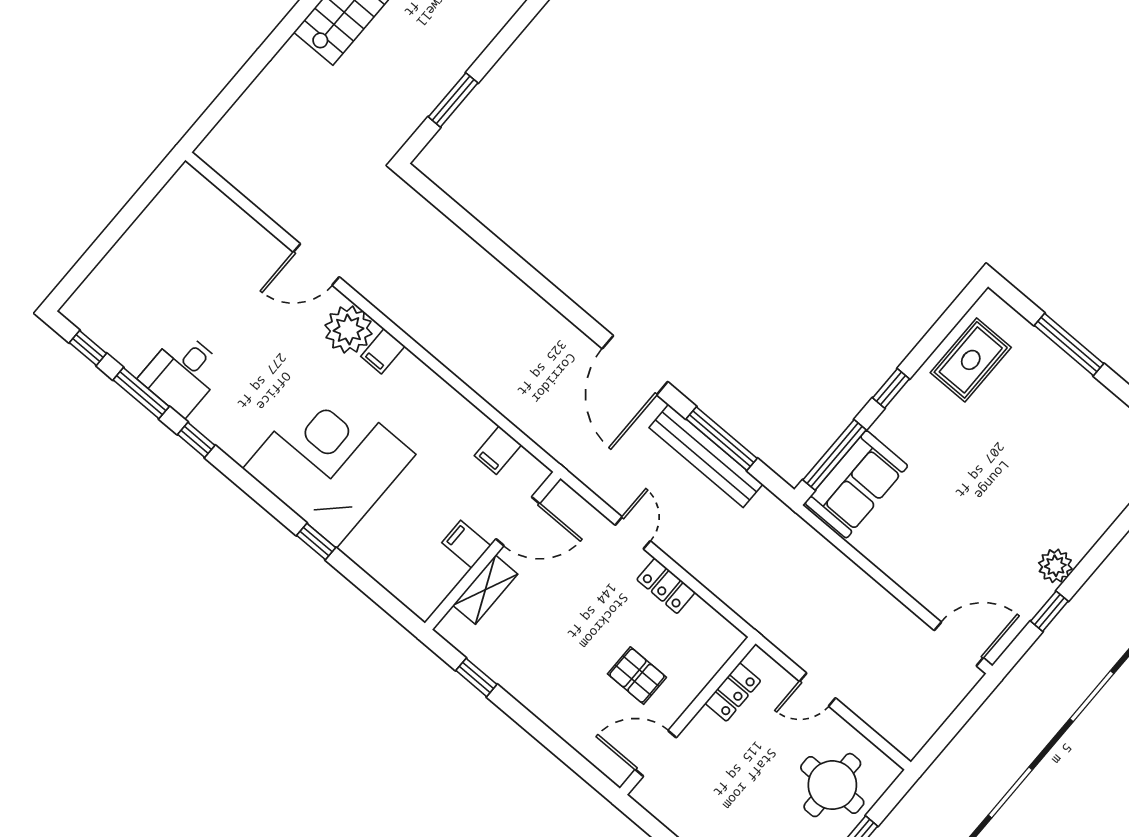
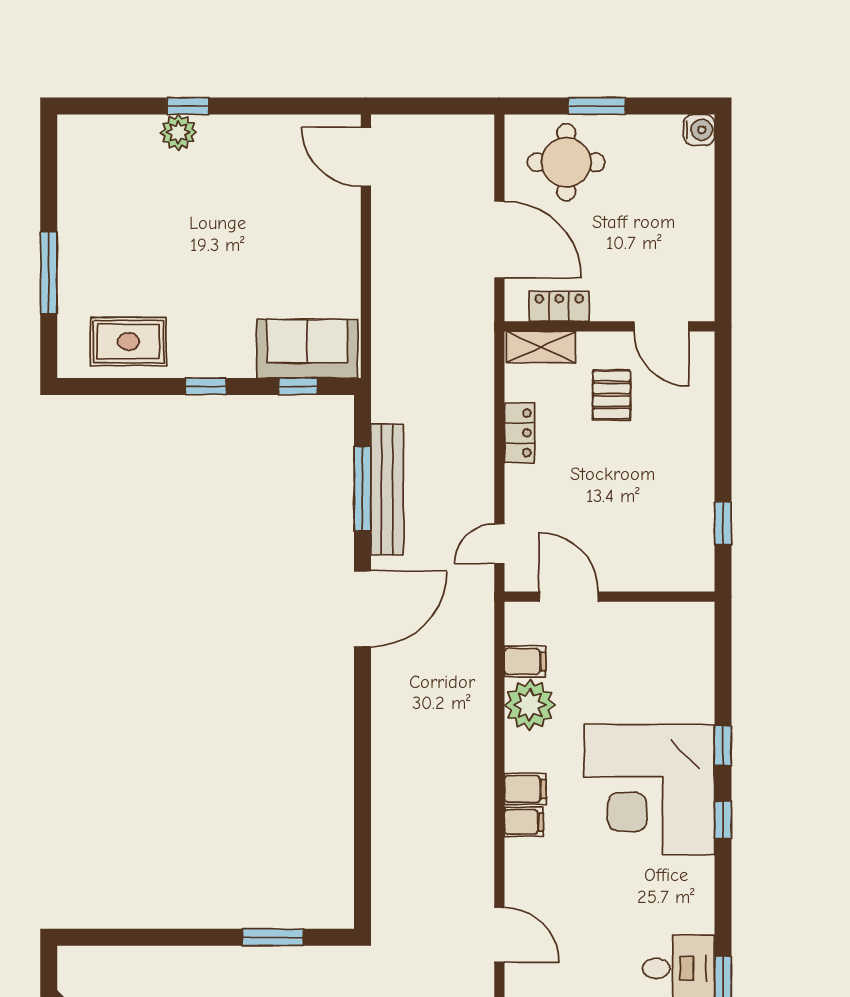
plant: (348, 330) -> (530, 705), moved
window: (196, 440) -> (723, 820), moved
window: (835, 455) -> (298, 386), width x0.46
door: (633, 533) -> (499, 544), moved
filing cabinet: (466, 544) -> (525, 789), moved, turned -90
plant: (1055, 566) -> (178, 132), moved
shelving: (485, 590) -> (541, 347), moved
window: (1049, 611) -> (188, 106), moved
door: (818, 690) -> (499, 240), width x1.87

